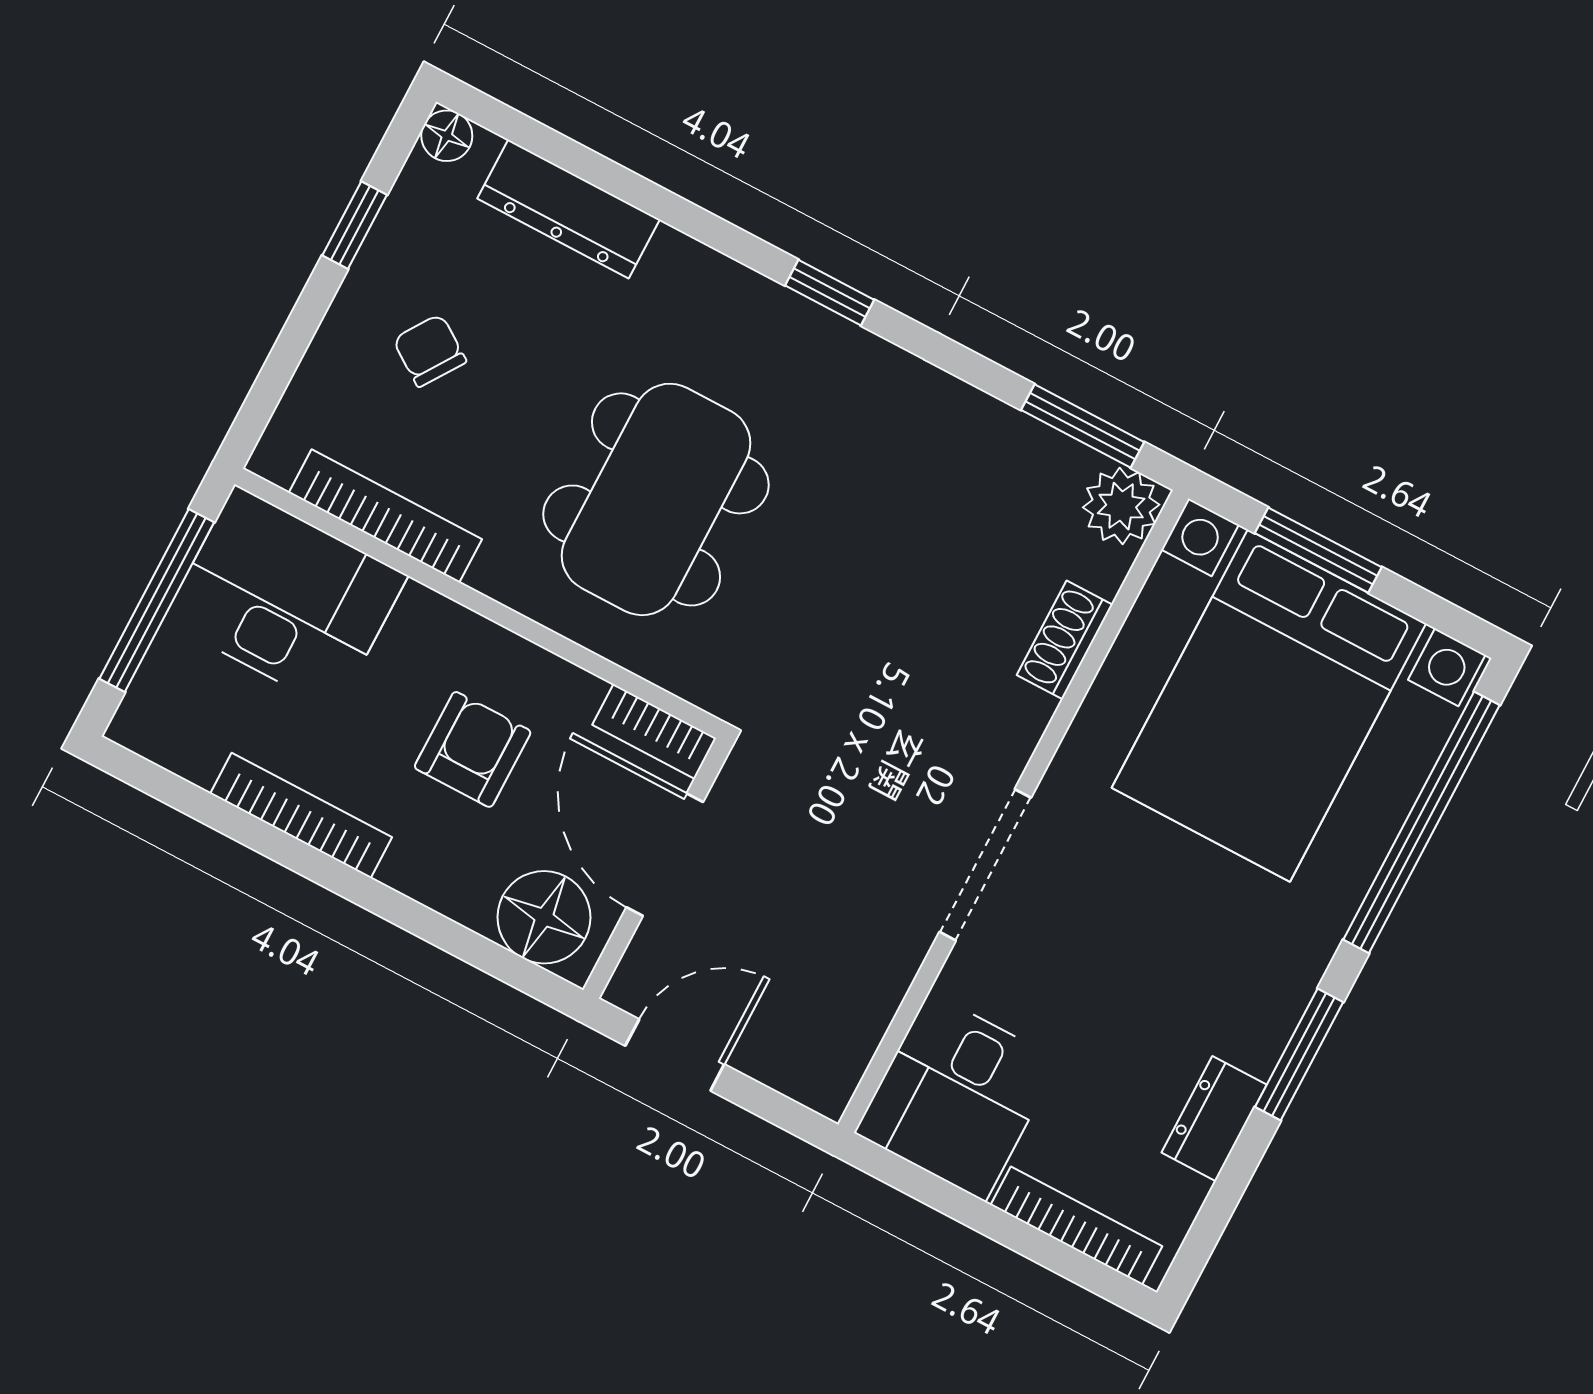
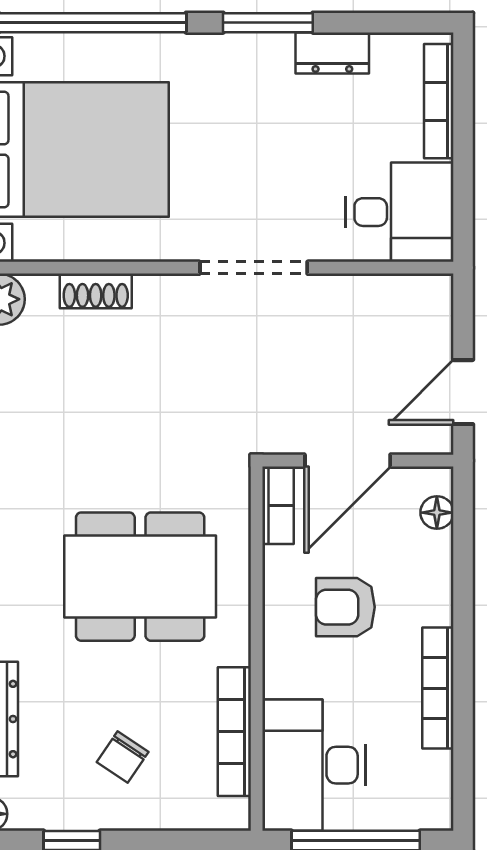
floor lamp: (544, 917) -> (437, 513), width x0.53, depth x0.53
door: (675, 1055) -> (463, 392), hinge flipped

